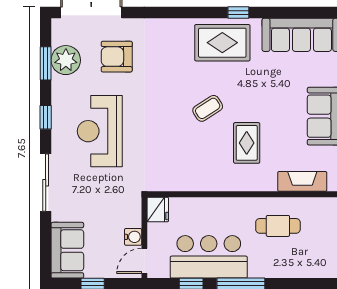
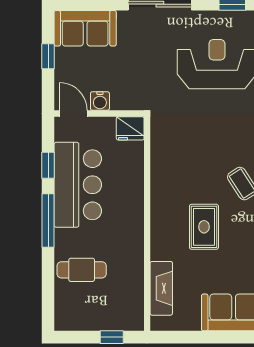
rug: (247, 143) -> (204, 227), turned 90
cafe table: (278, 226) -> (82, 270), moved, turned 90

